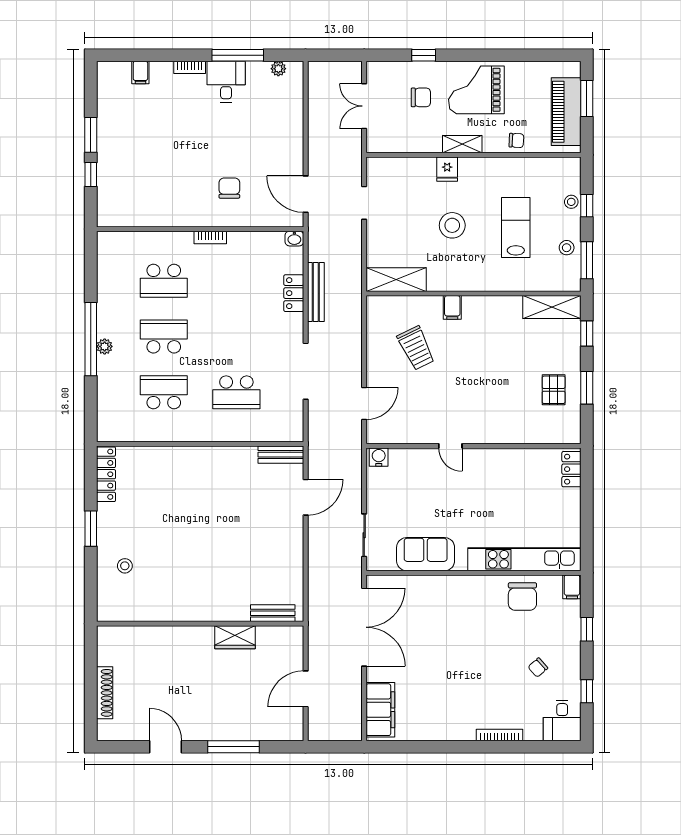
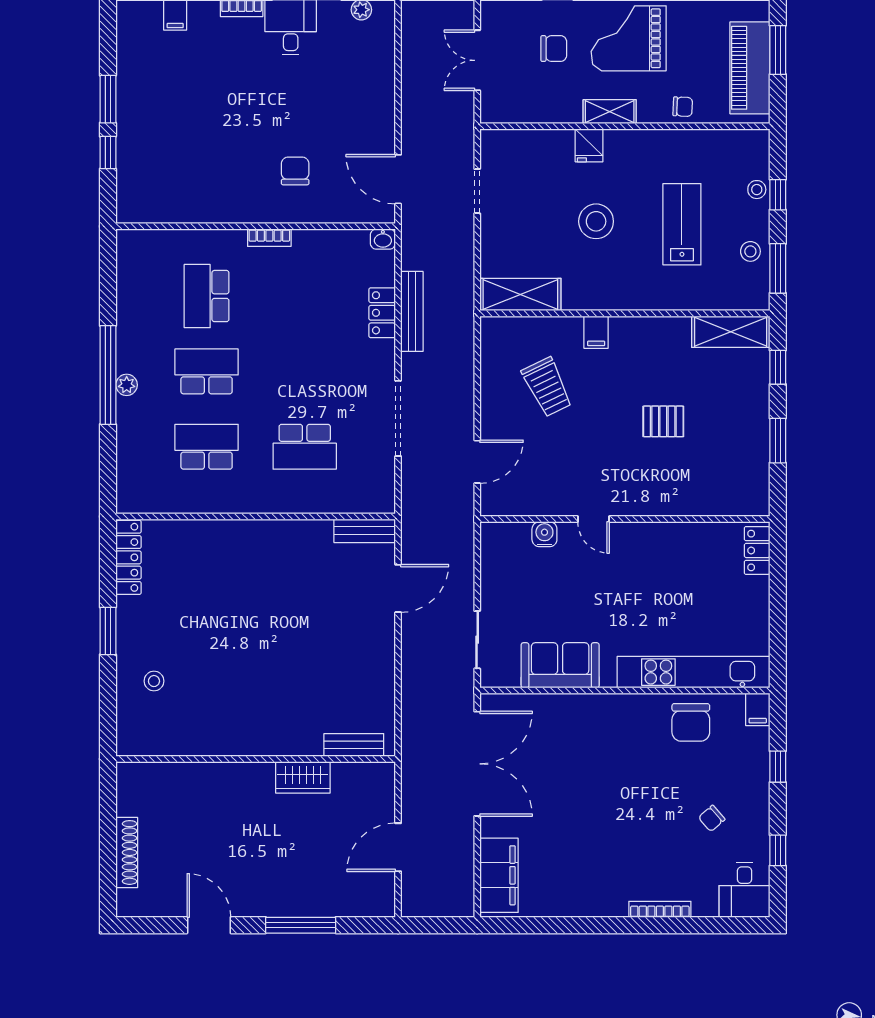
school desk: (164, 281) -> (207, 296), turned 90
pallet: (554, 390) -> (663, 421), moved, turned 90
water cooler: (379, 457) -> (544, 534), moved

